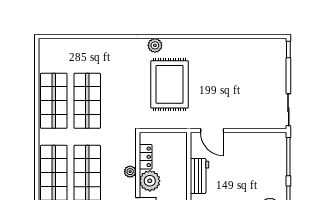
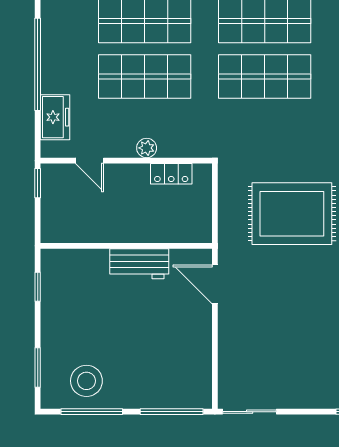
door: (212, 131) -> (215, 284), hinge flipped
plant: (150, 181) -> (131, 181), removed

